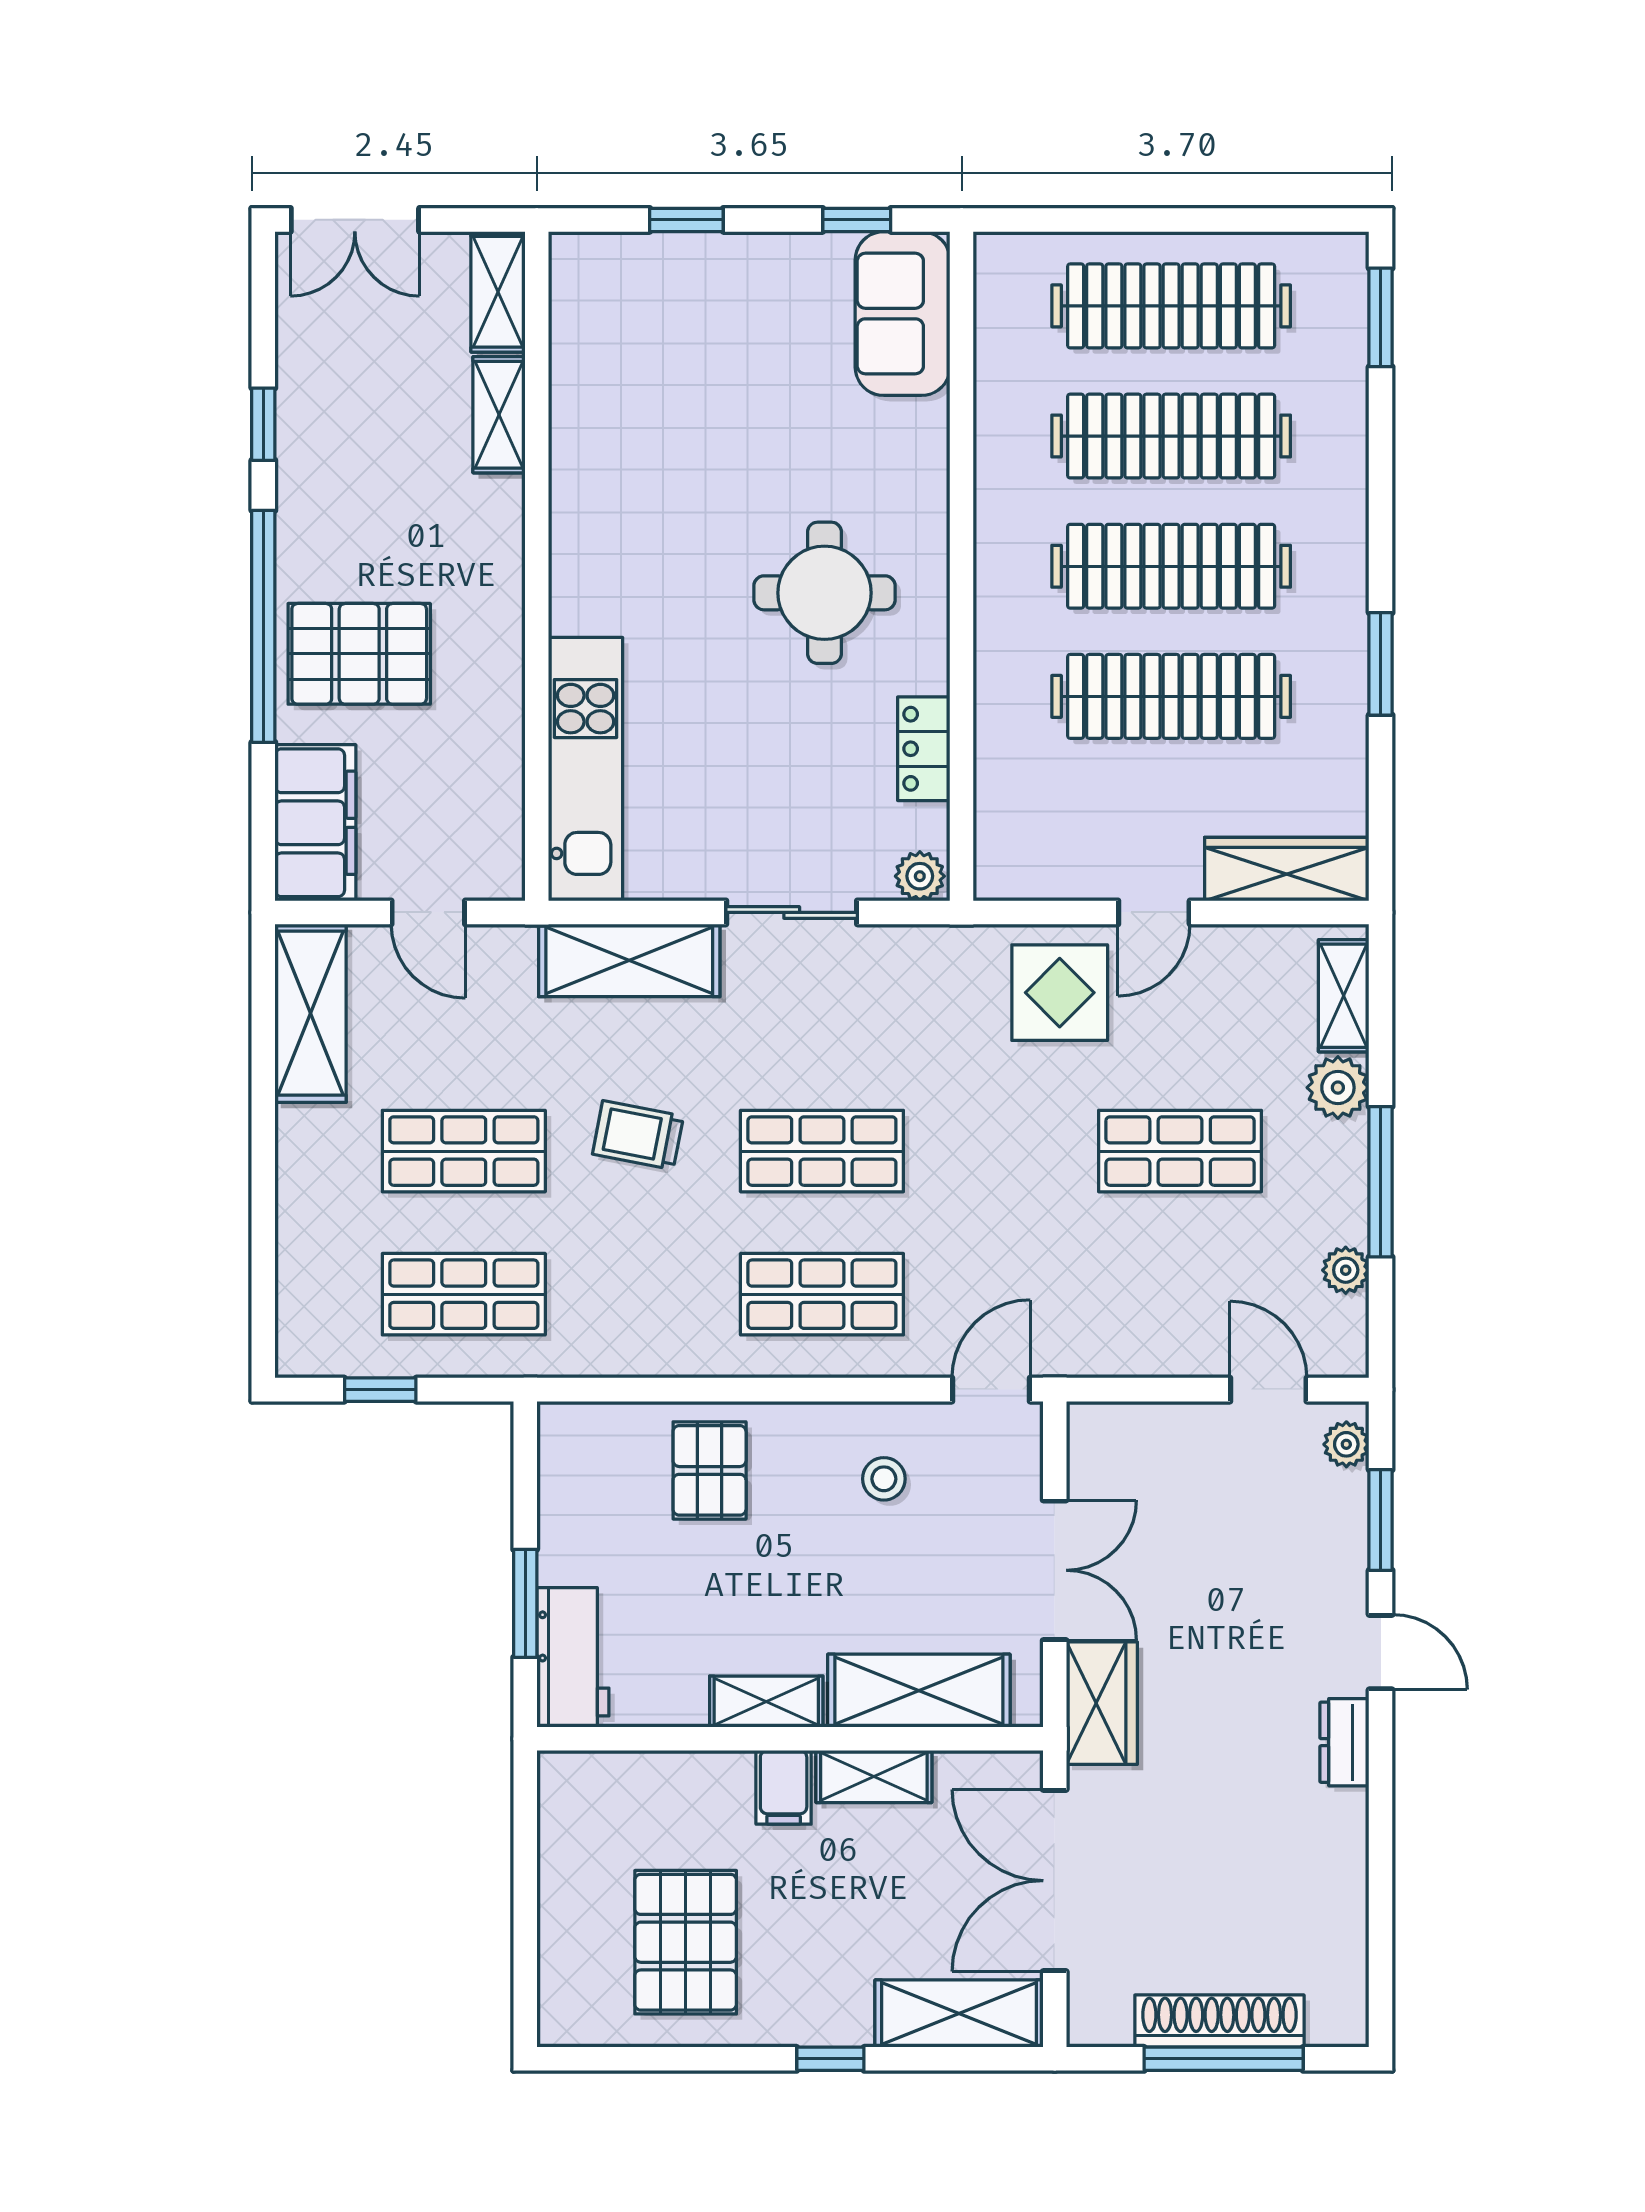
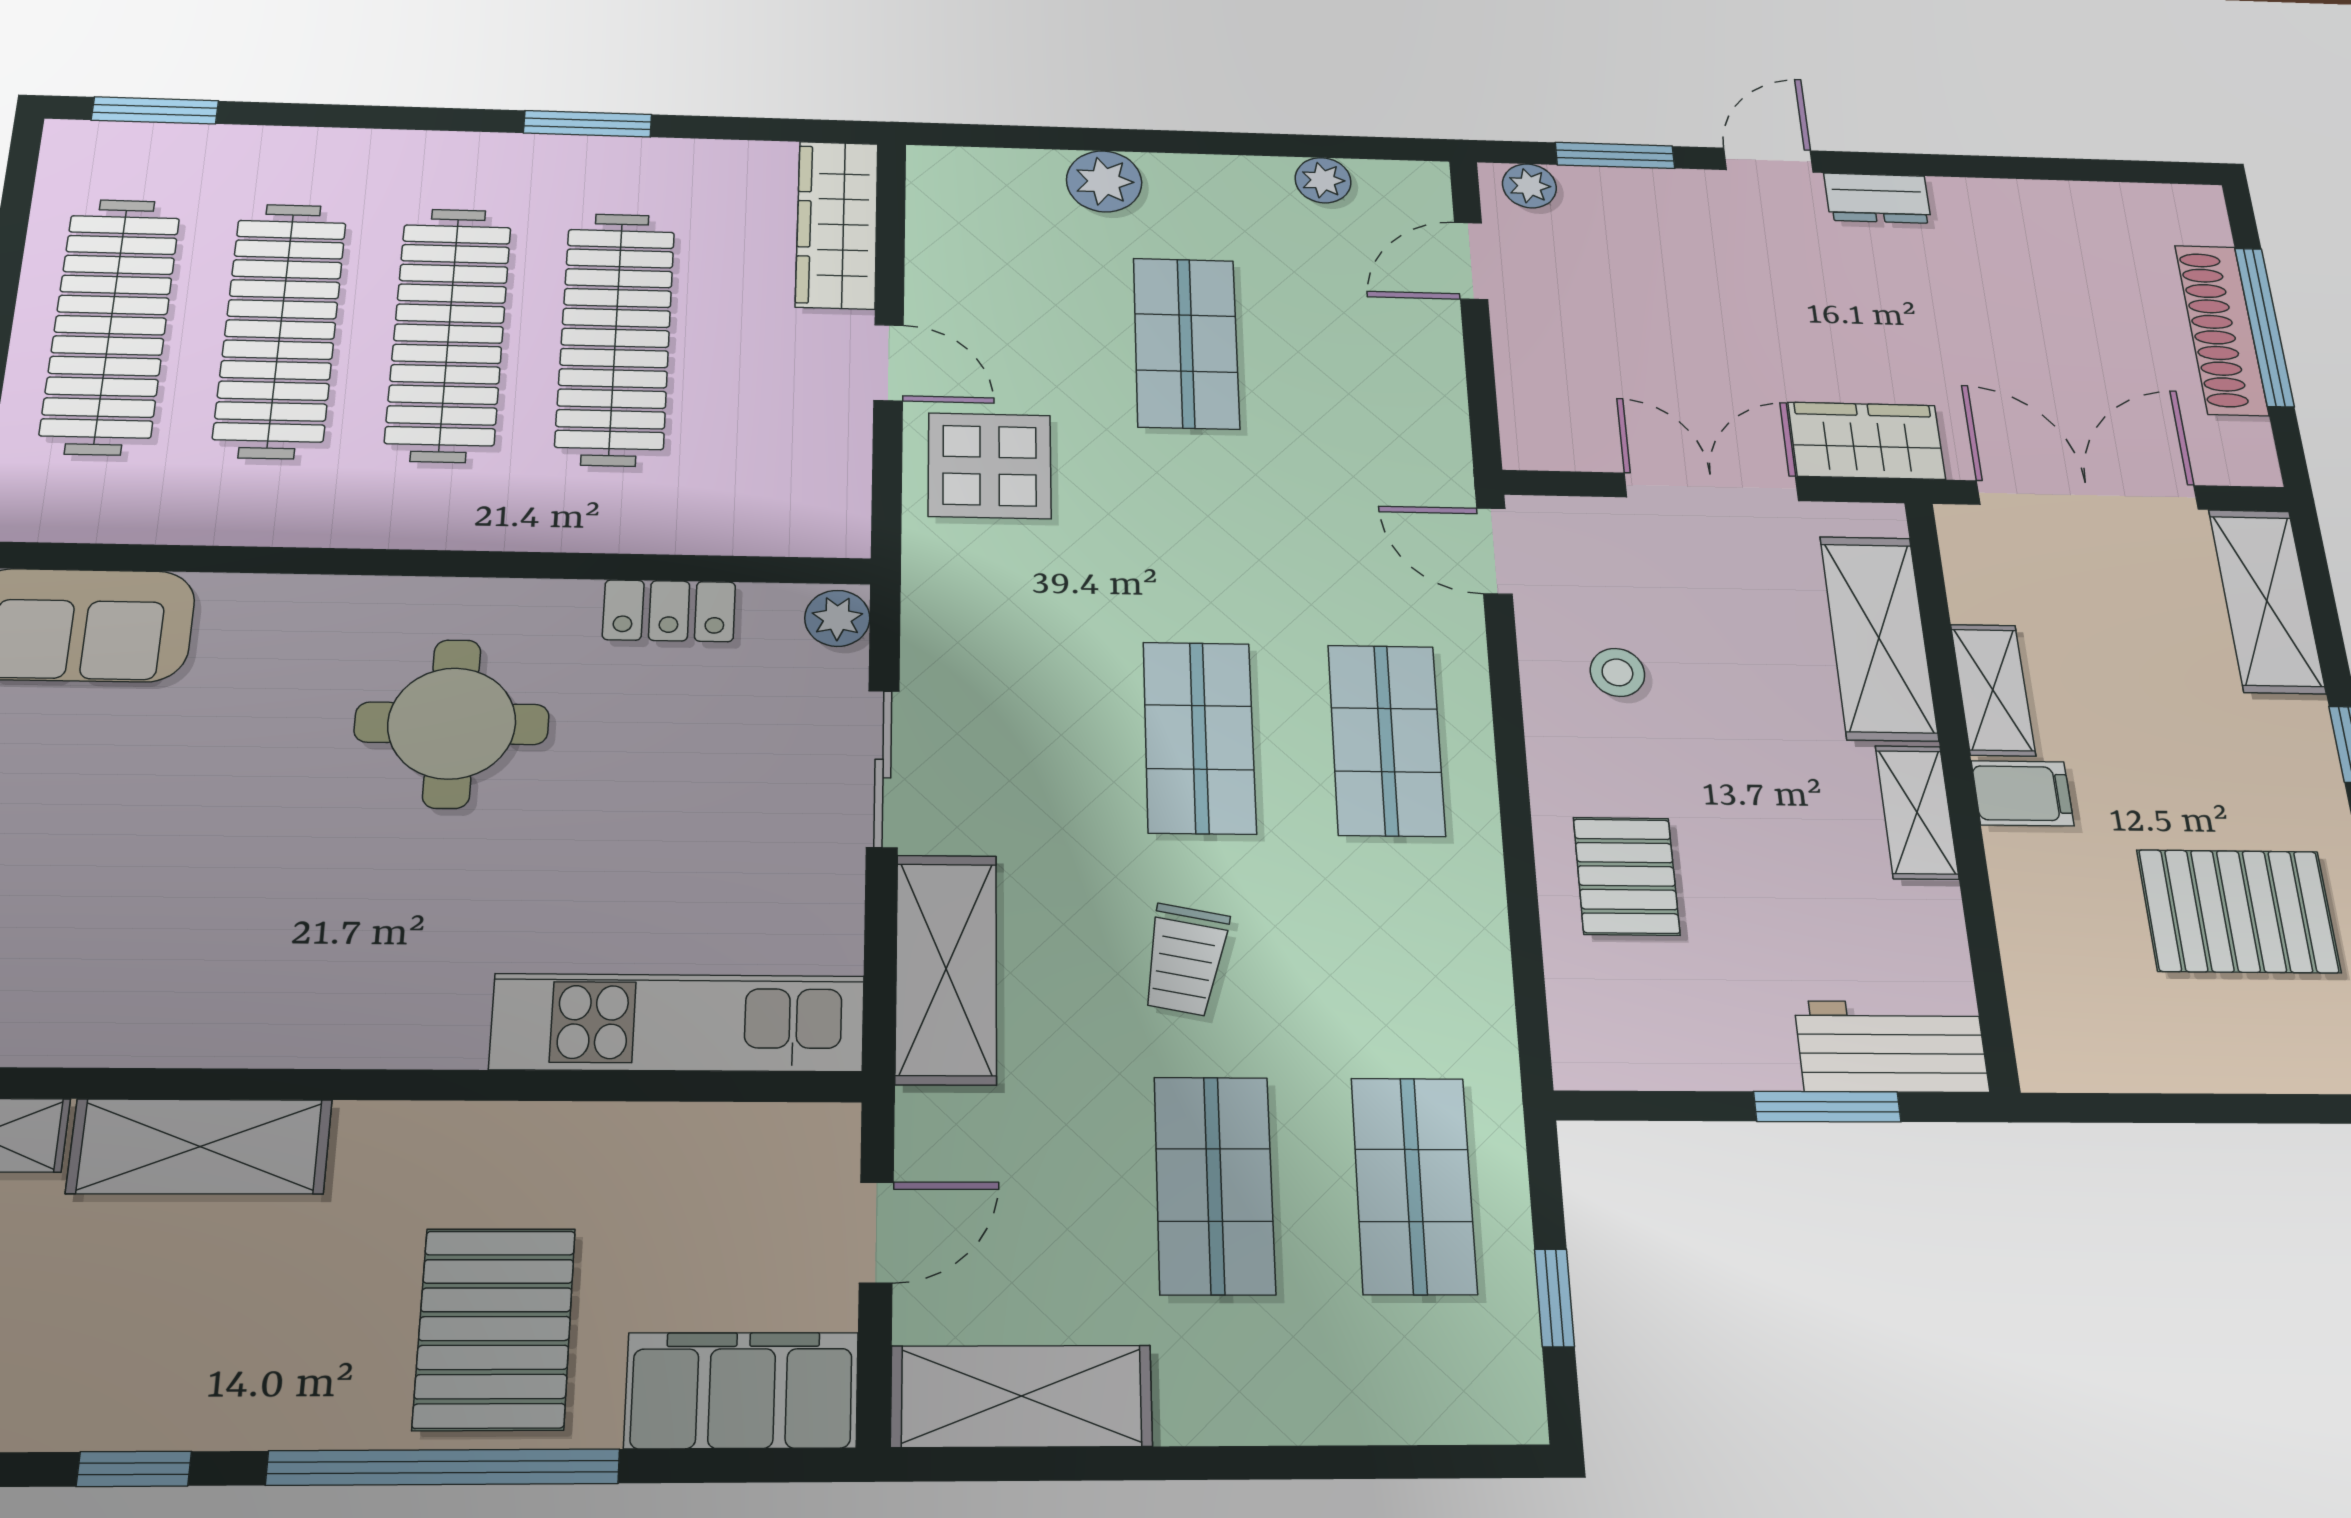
shelving: (499, 415) -> (200, 1146), width x1.50, depth x1.33
shelving: (1344, 996) -> (993, 172), removed
window: (1381, 1182) -> (1216, 143), removed
pallet: (710, 1470) -> (1626, 876), turned 90
double door: (1055, 1881) -> (2088, 495), swing flipped

